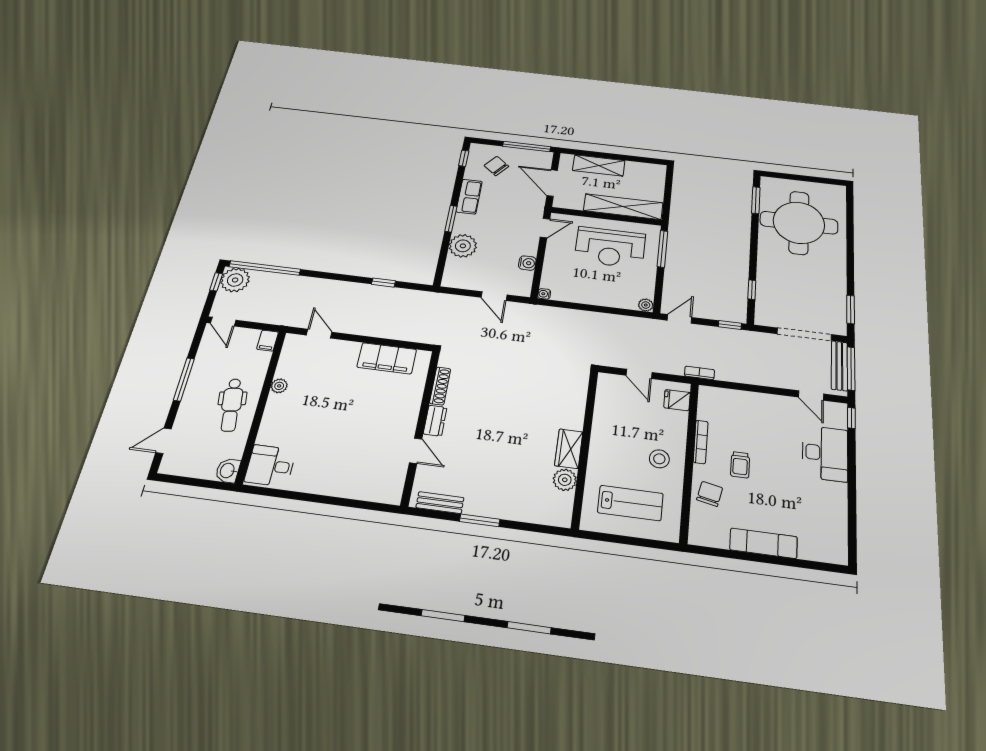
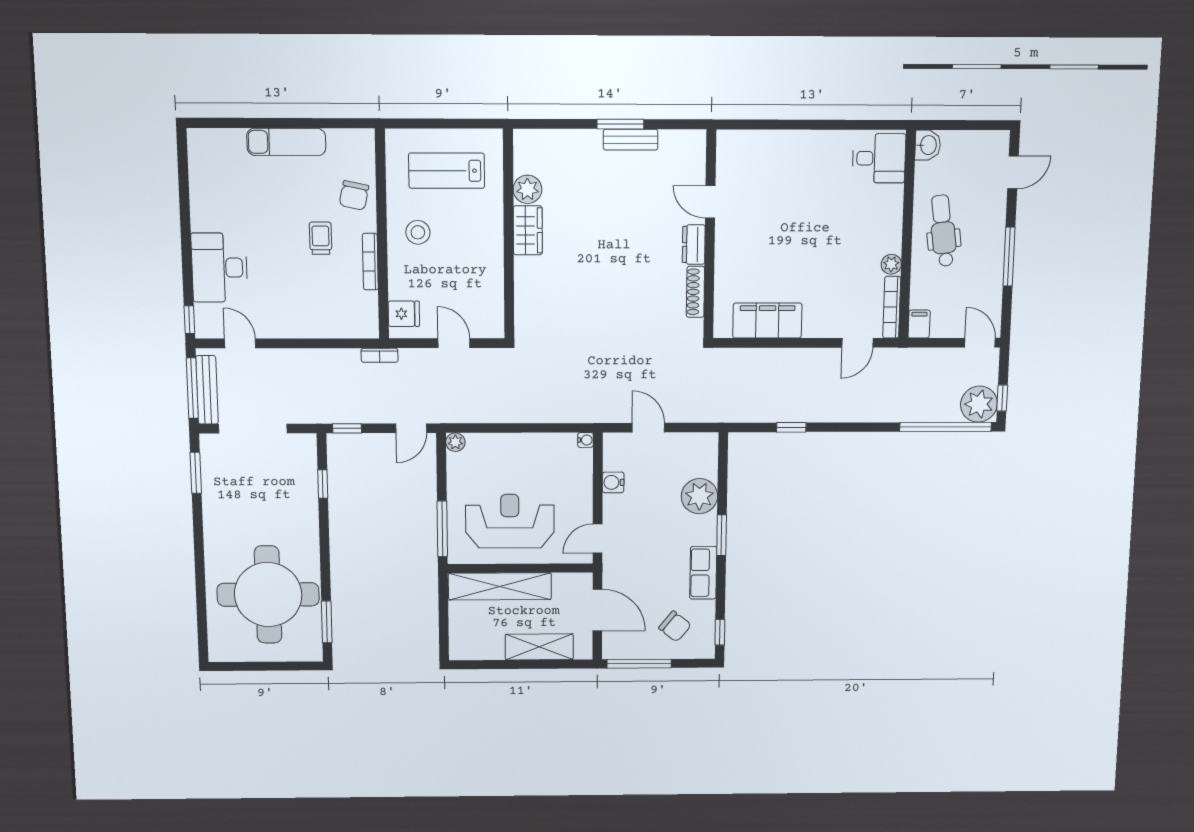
door: (319, 334) -> (857, 343), hinge flipped
bookcase: (286, 355) -> (892, 307), added
bench: (440, 503) -> (631, 140), moved

